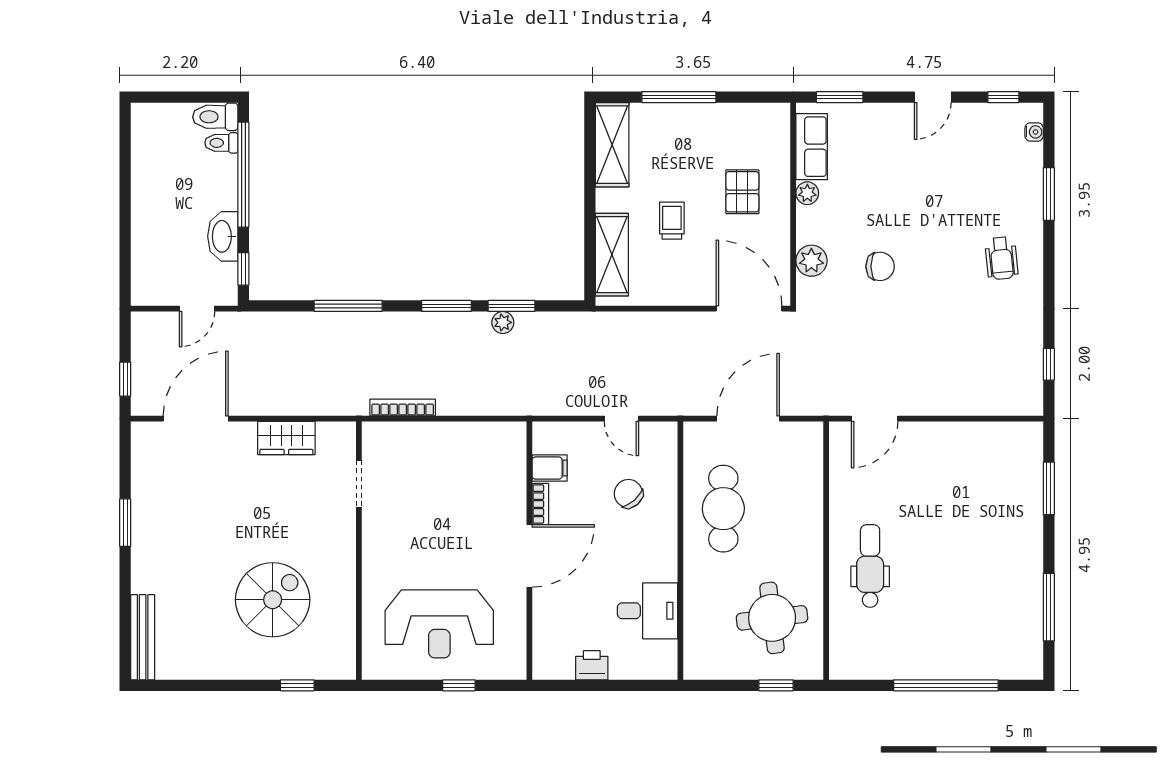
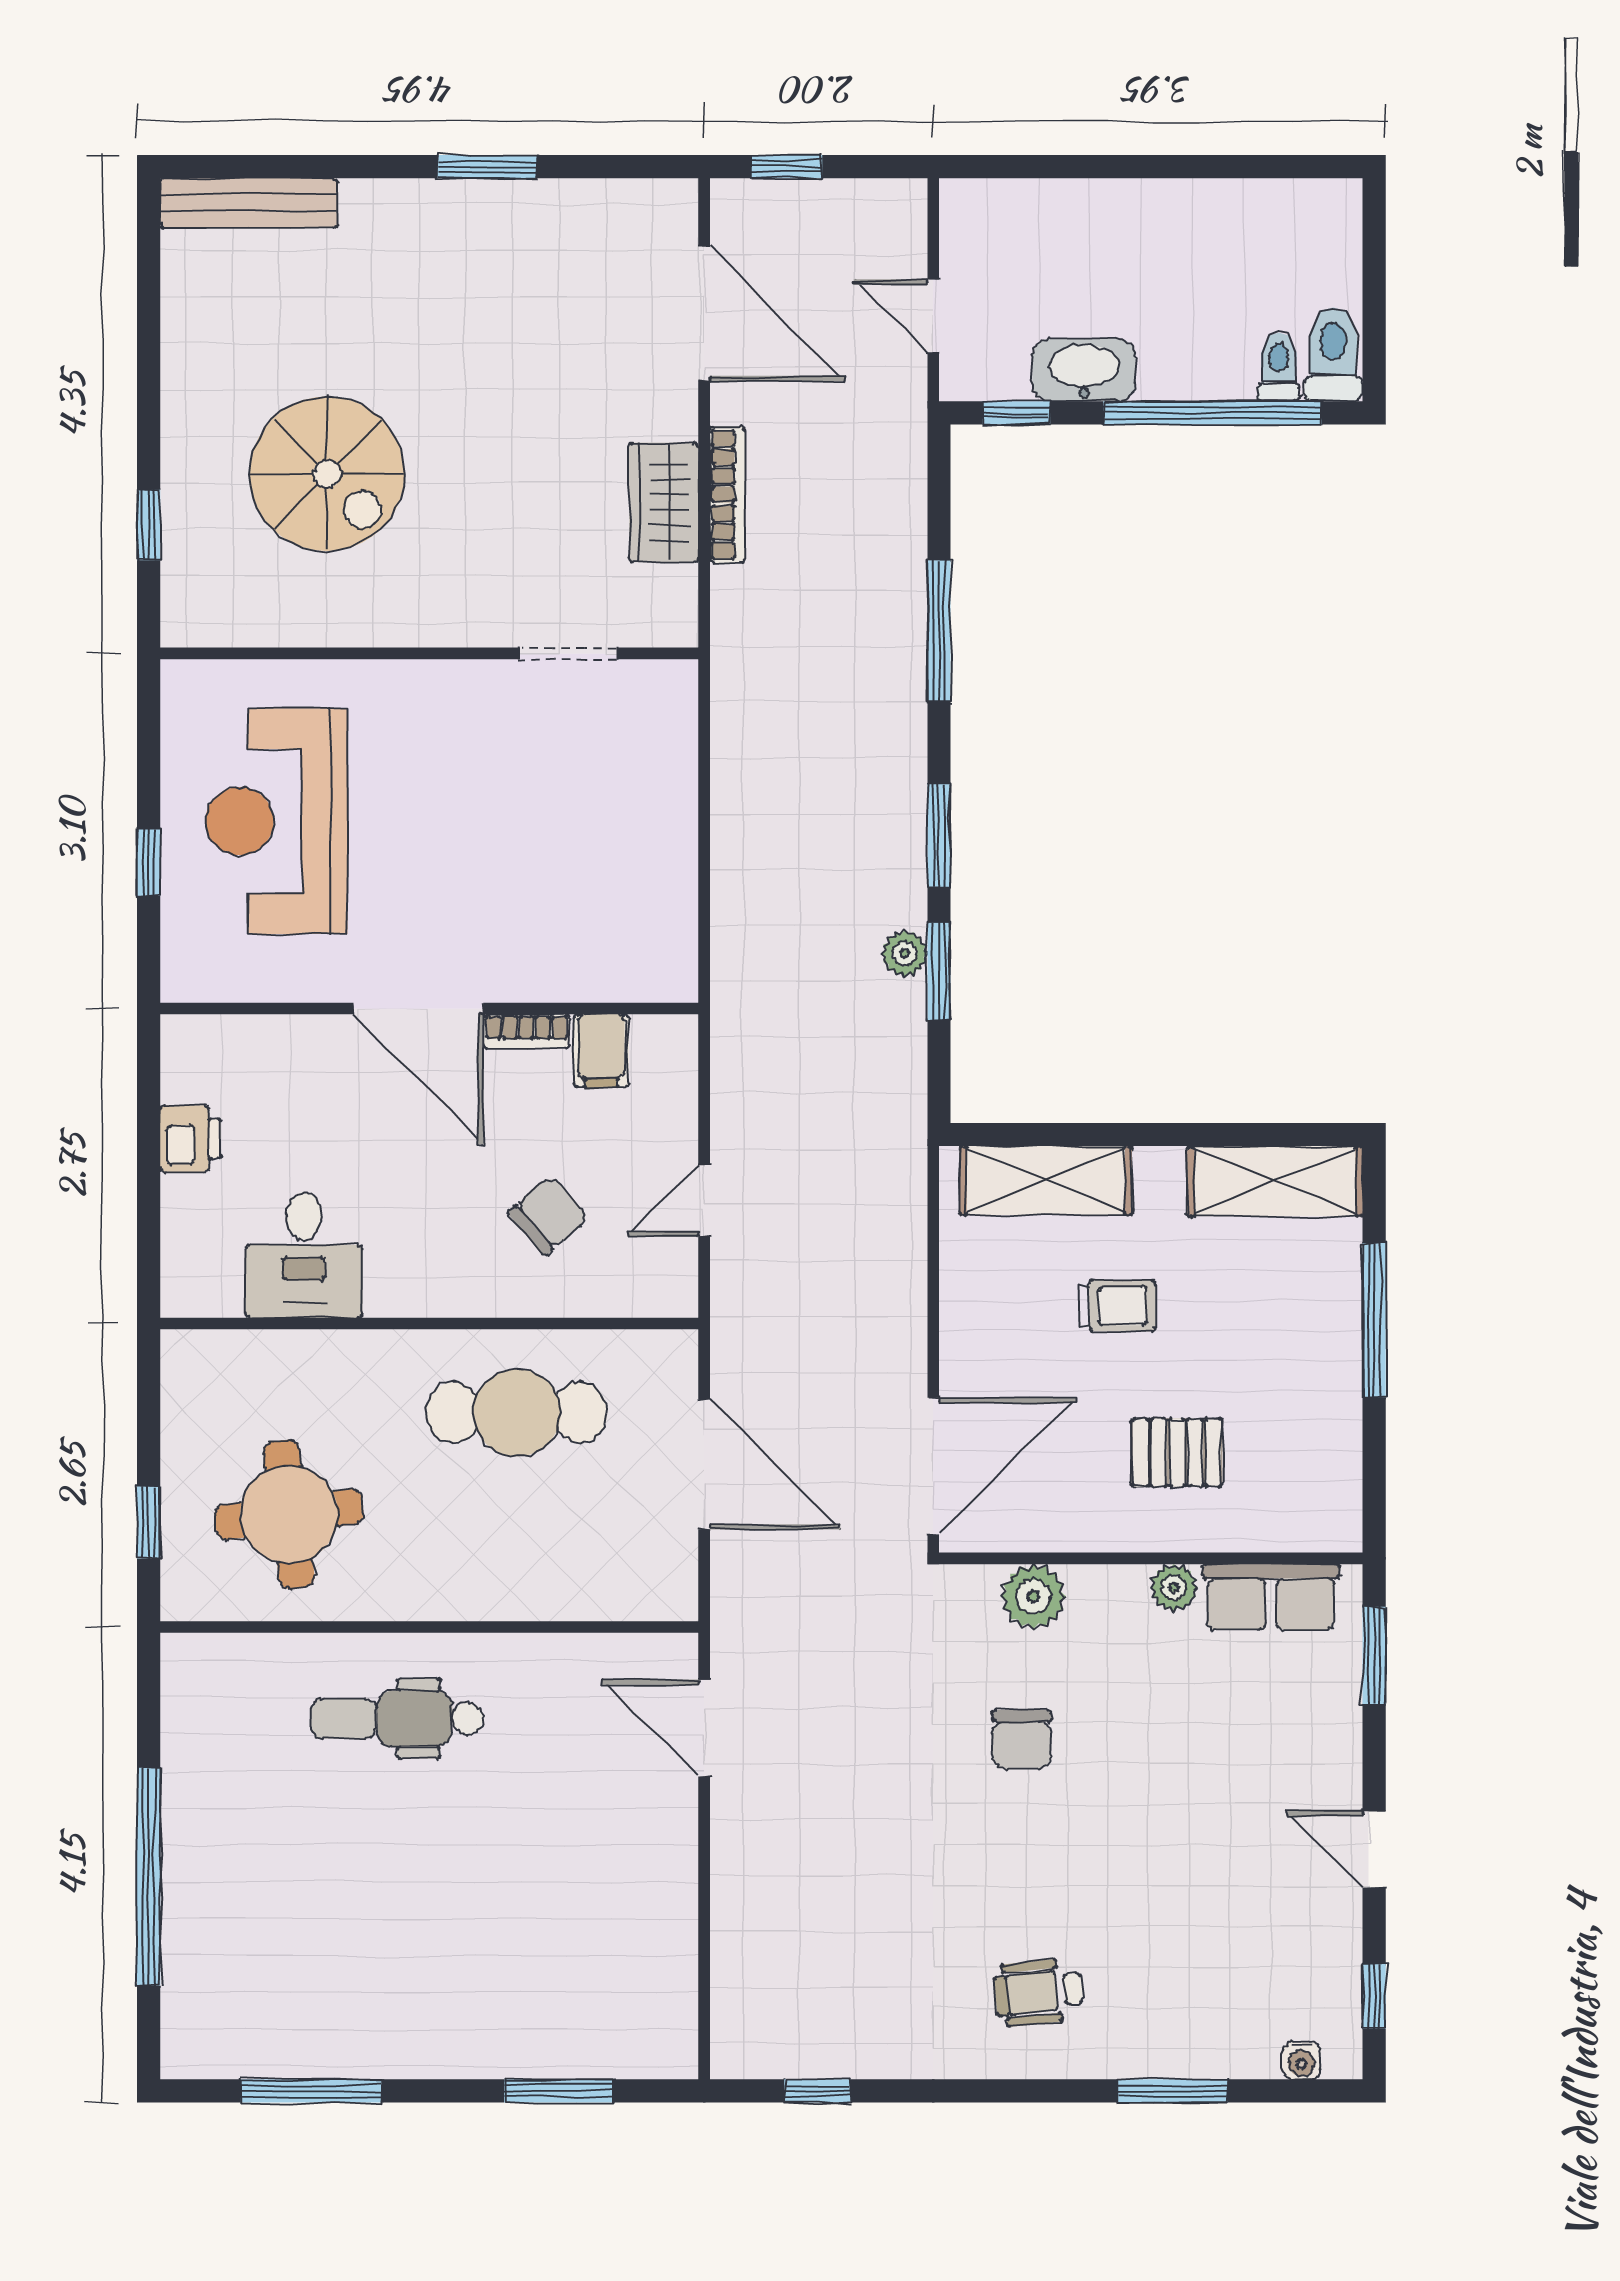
bookcase: (403, 408) -> (727, 494), moved
dental chair: (870, 566) -> (397, 1719), turned 180

